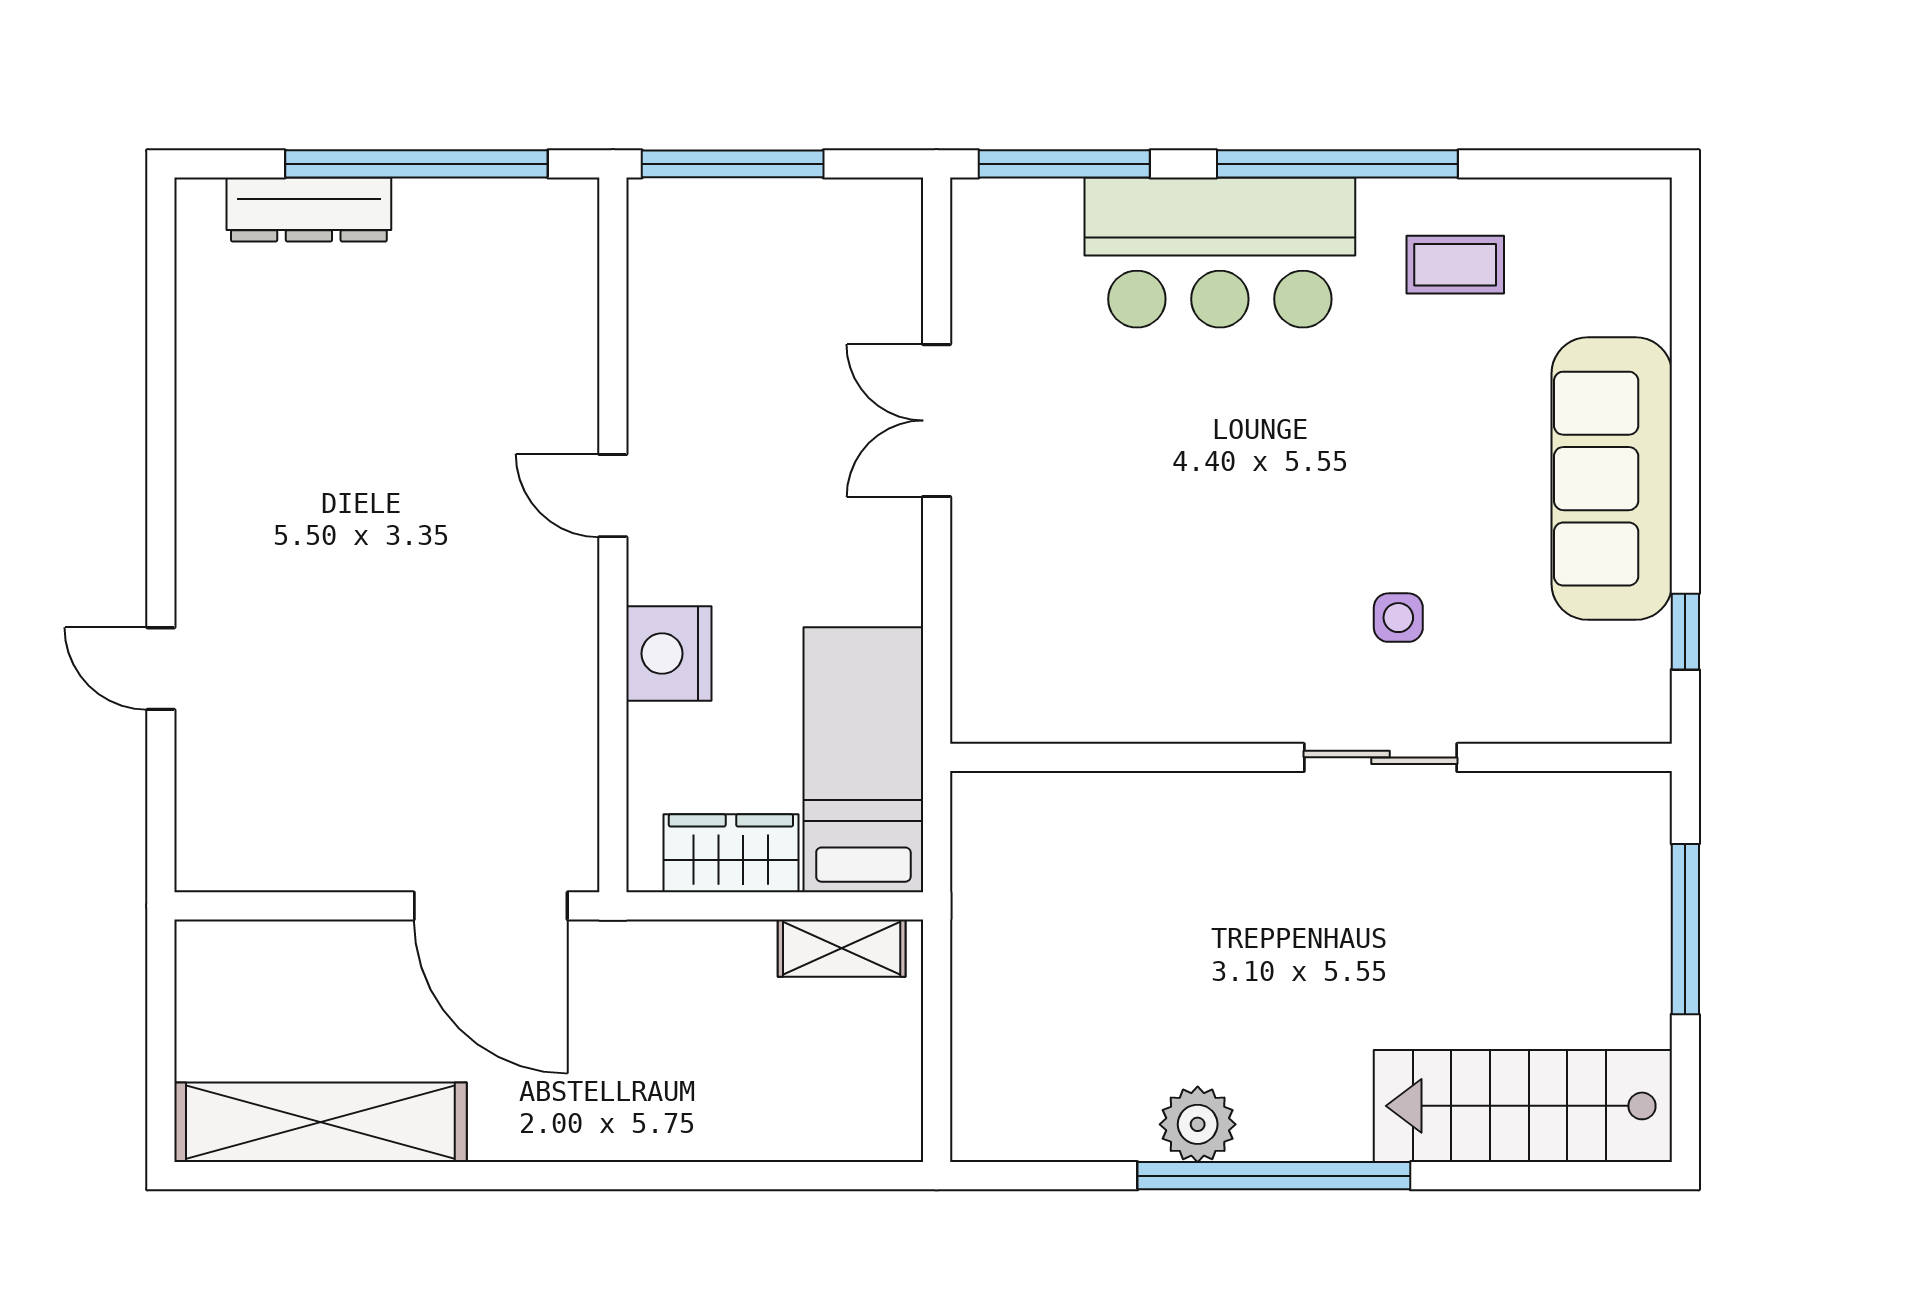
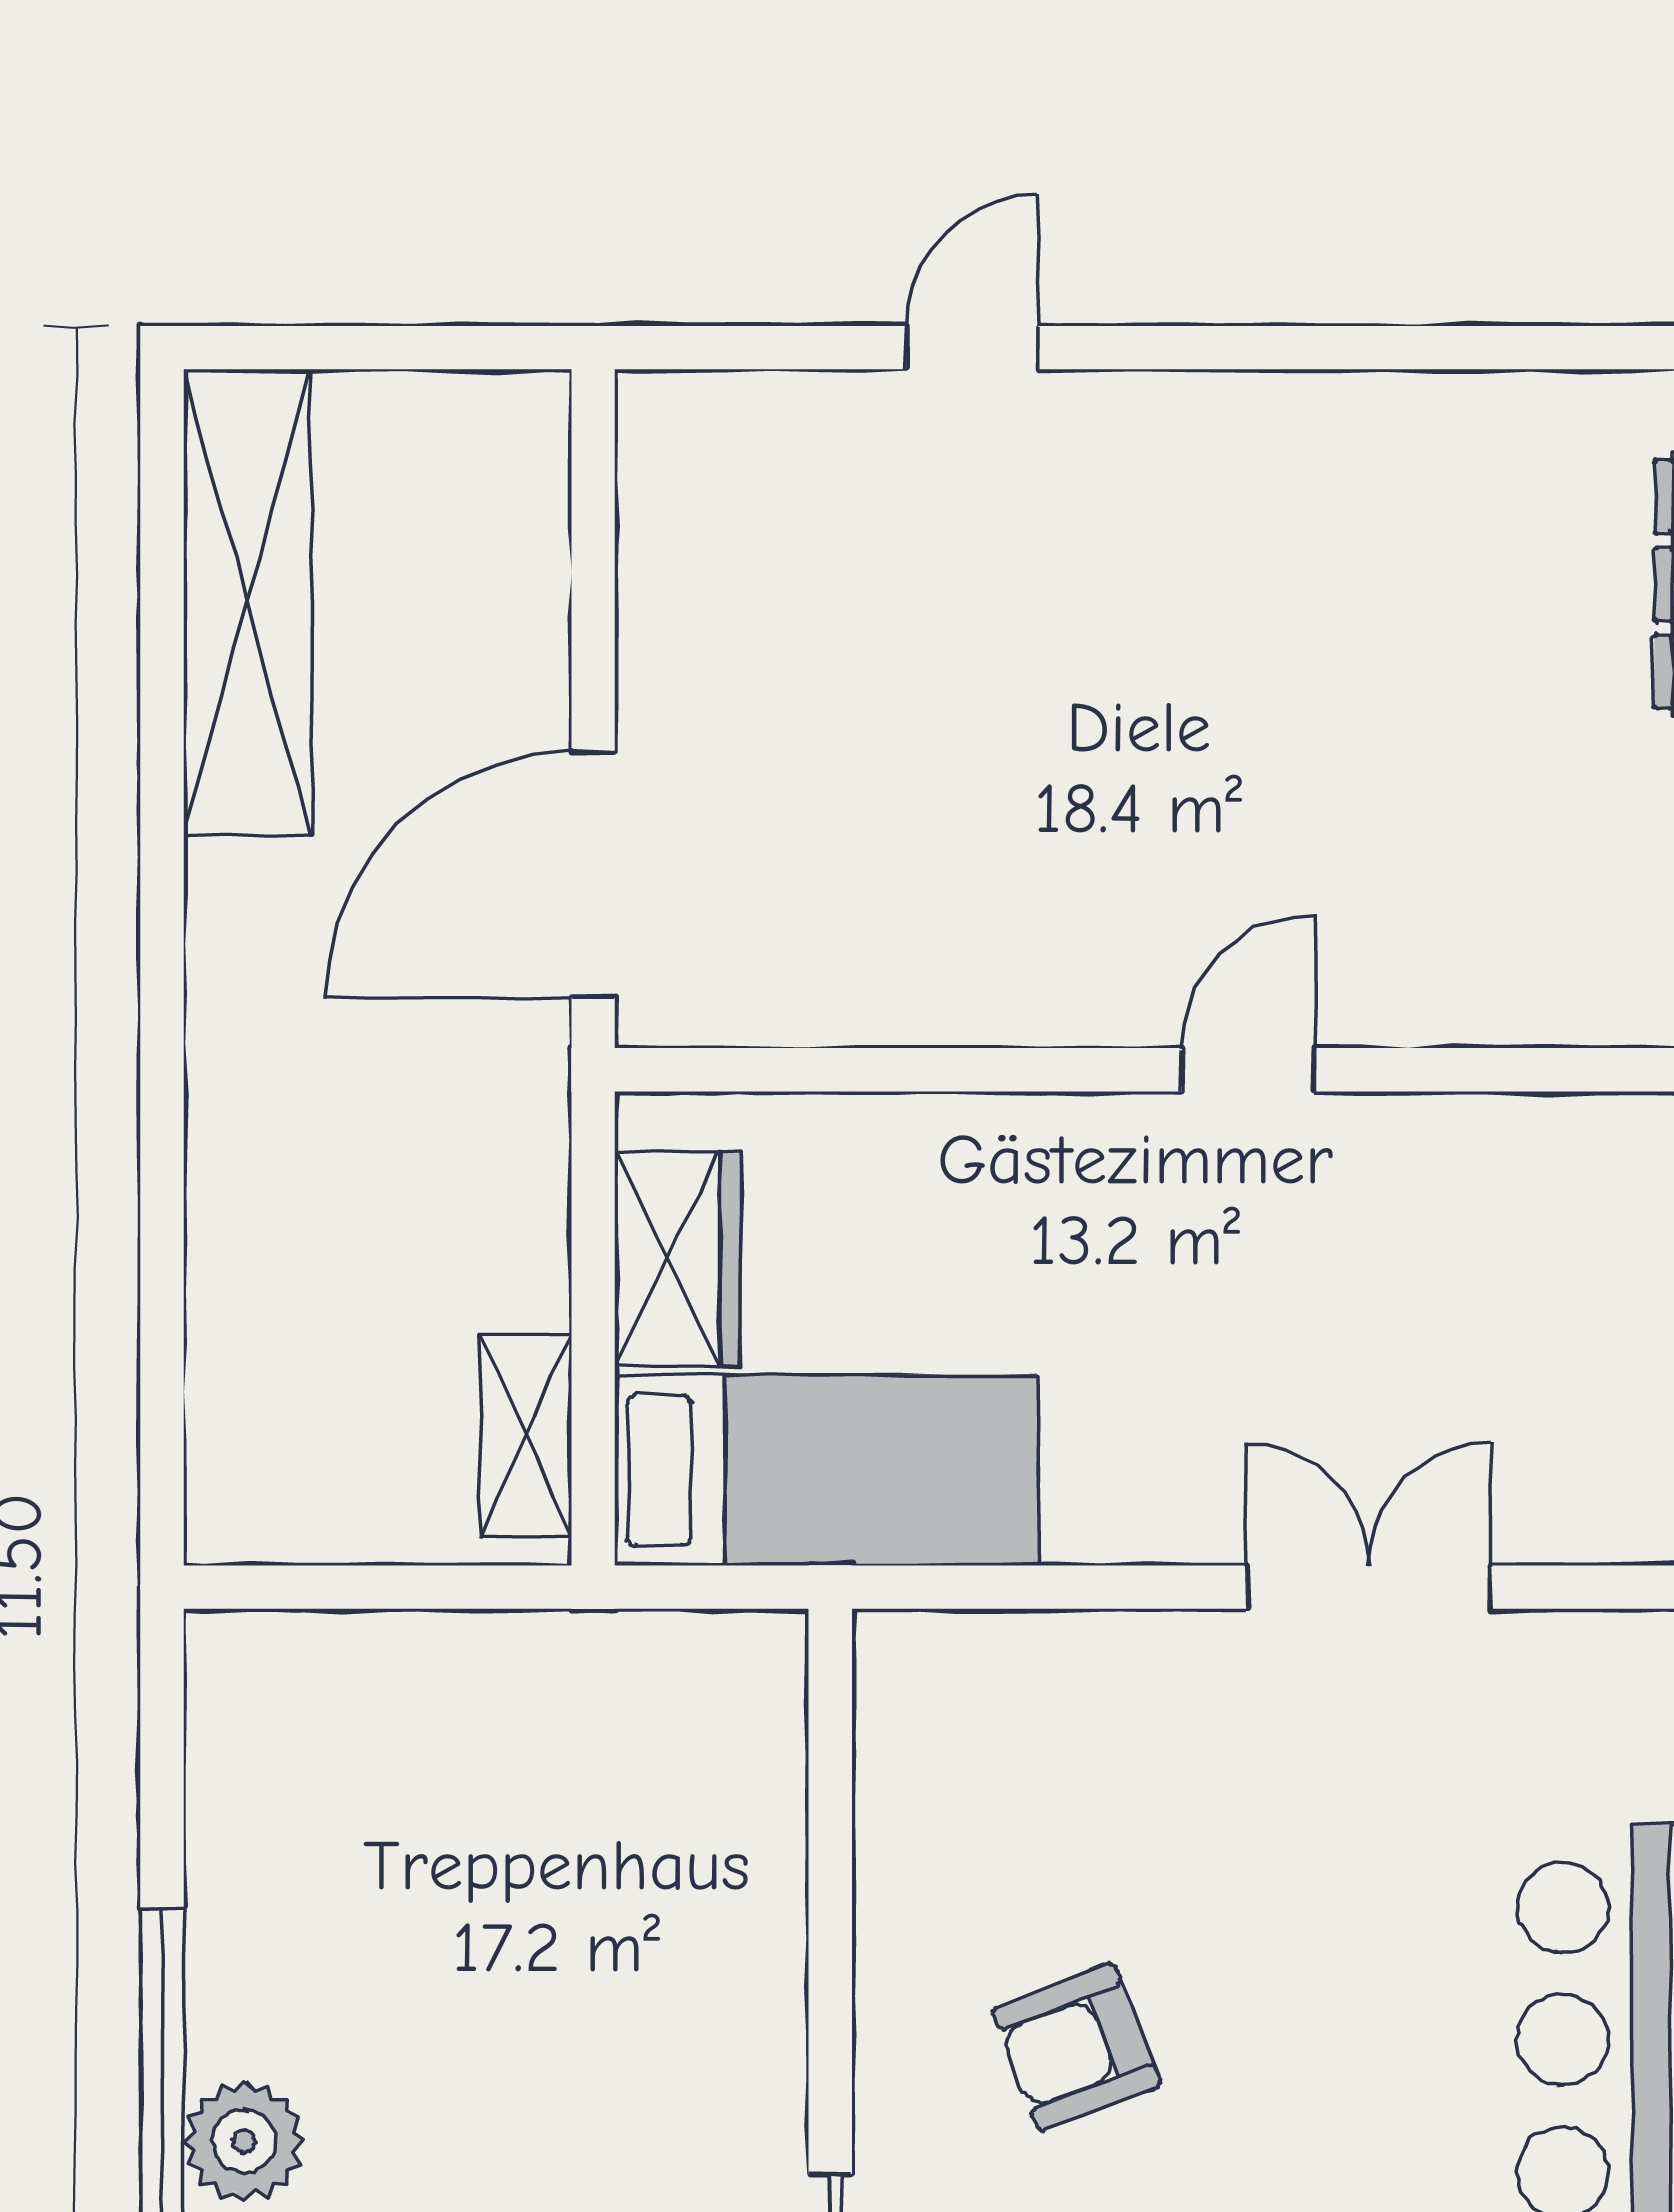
armchair: (1224, 603) -> (1076, 2047), added
nightstand: (669, 654) -> (996, 1159), removed
plant: (1198, 1124) -> (244, 2141), moved

